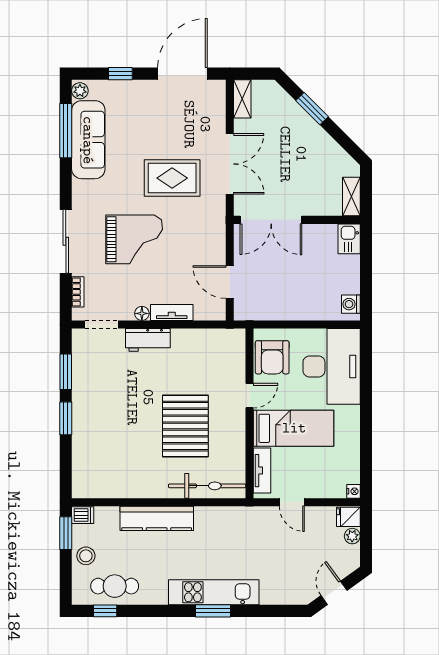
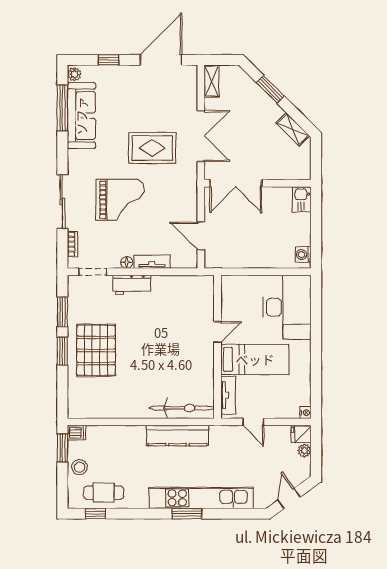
shelving: (351, 196) -> (293, 129), moved, turned -45
armchair: (272, 357) -> (237, 299), removed
pallet: (185, 426) -> (96, 350), moved
kitchen counter: (157, 518) -> (177, 436), moved
kitchen unit: (214, 592) -> (201, 498), width x1.36

